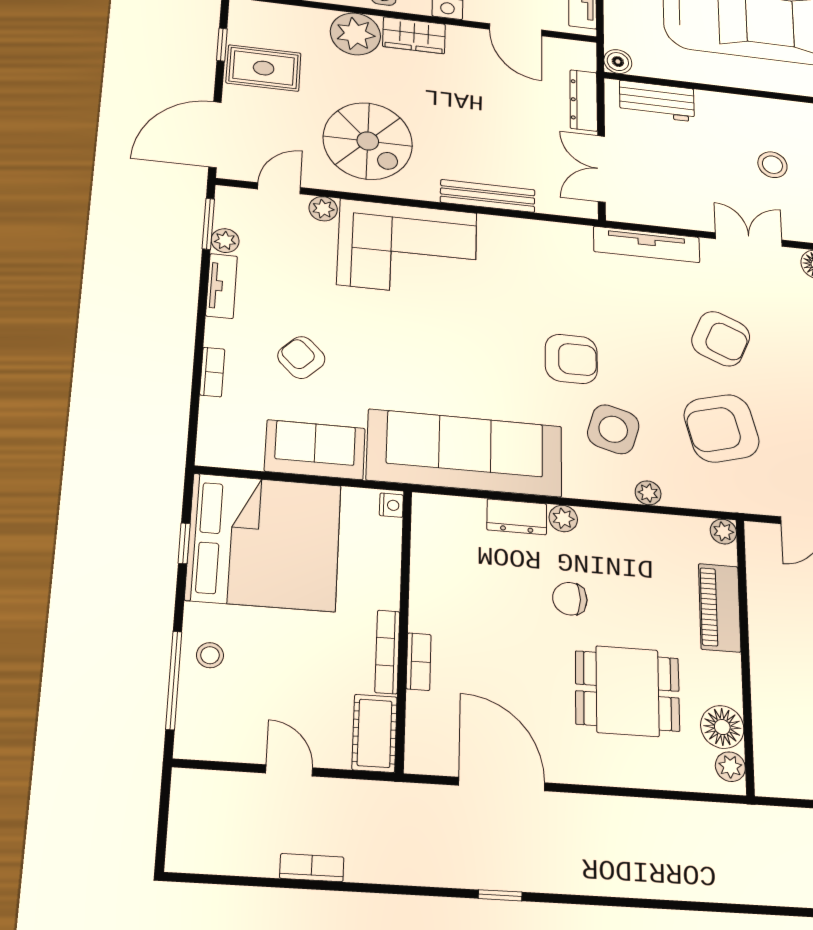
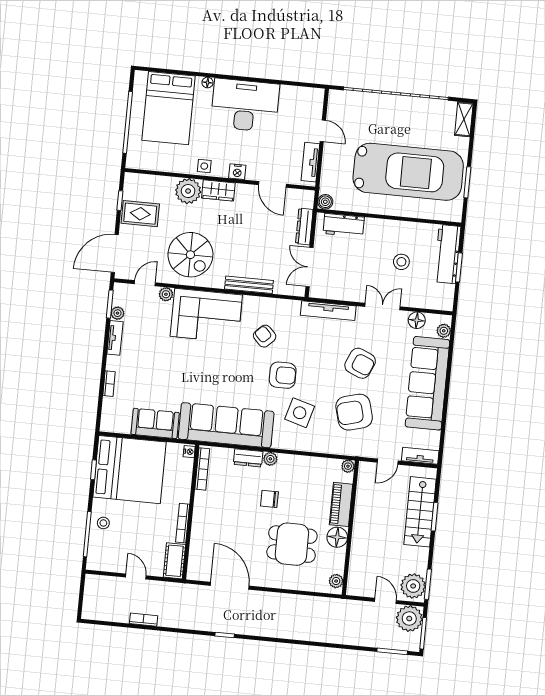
armchair: (301, 358) -> (265, 336), moved
plant: (648, 493) -> (313, 446), removed
bookcase: (419, 662) -> (202, 469), moved, width x1.56
floor lamp: (722, 727) -> (337, 537), moved

